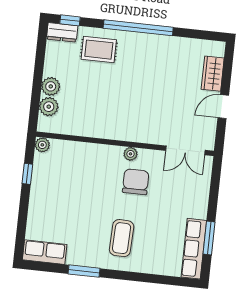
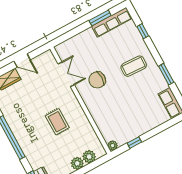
rug: (99, 50) -> (57, 122), moved
double door: (185, 150) -> (66, 74), moved
plant: (131, 154) -> (84, 93), removed
window: (157, 279) -> (143, 31), added

